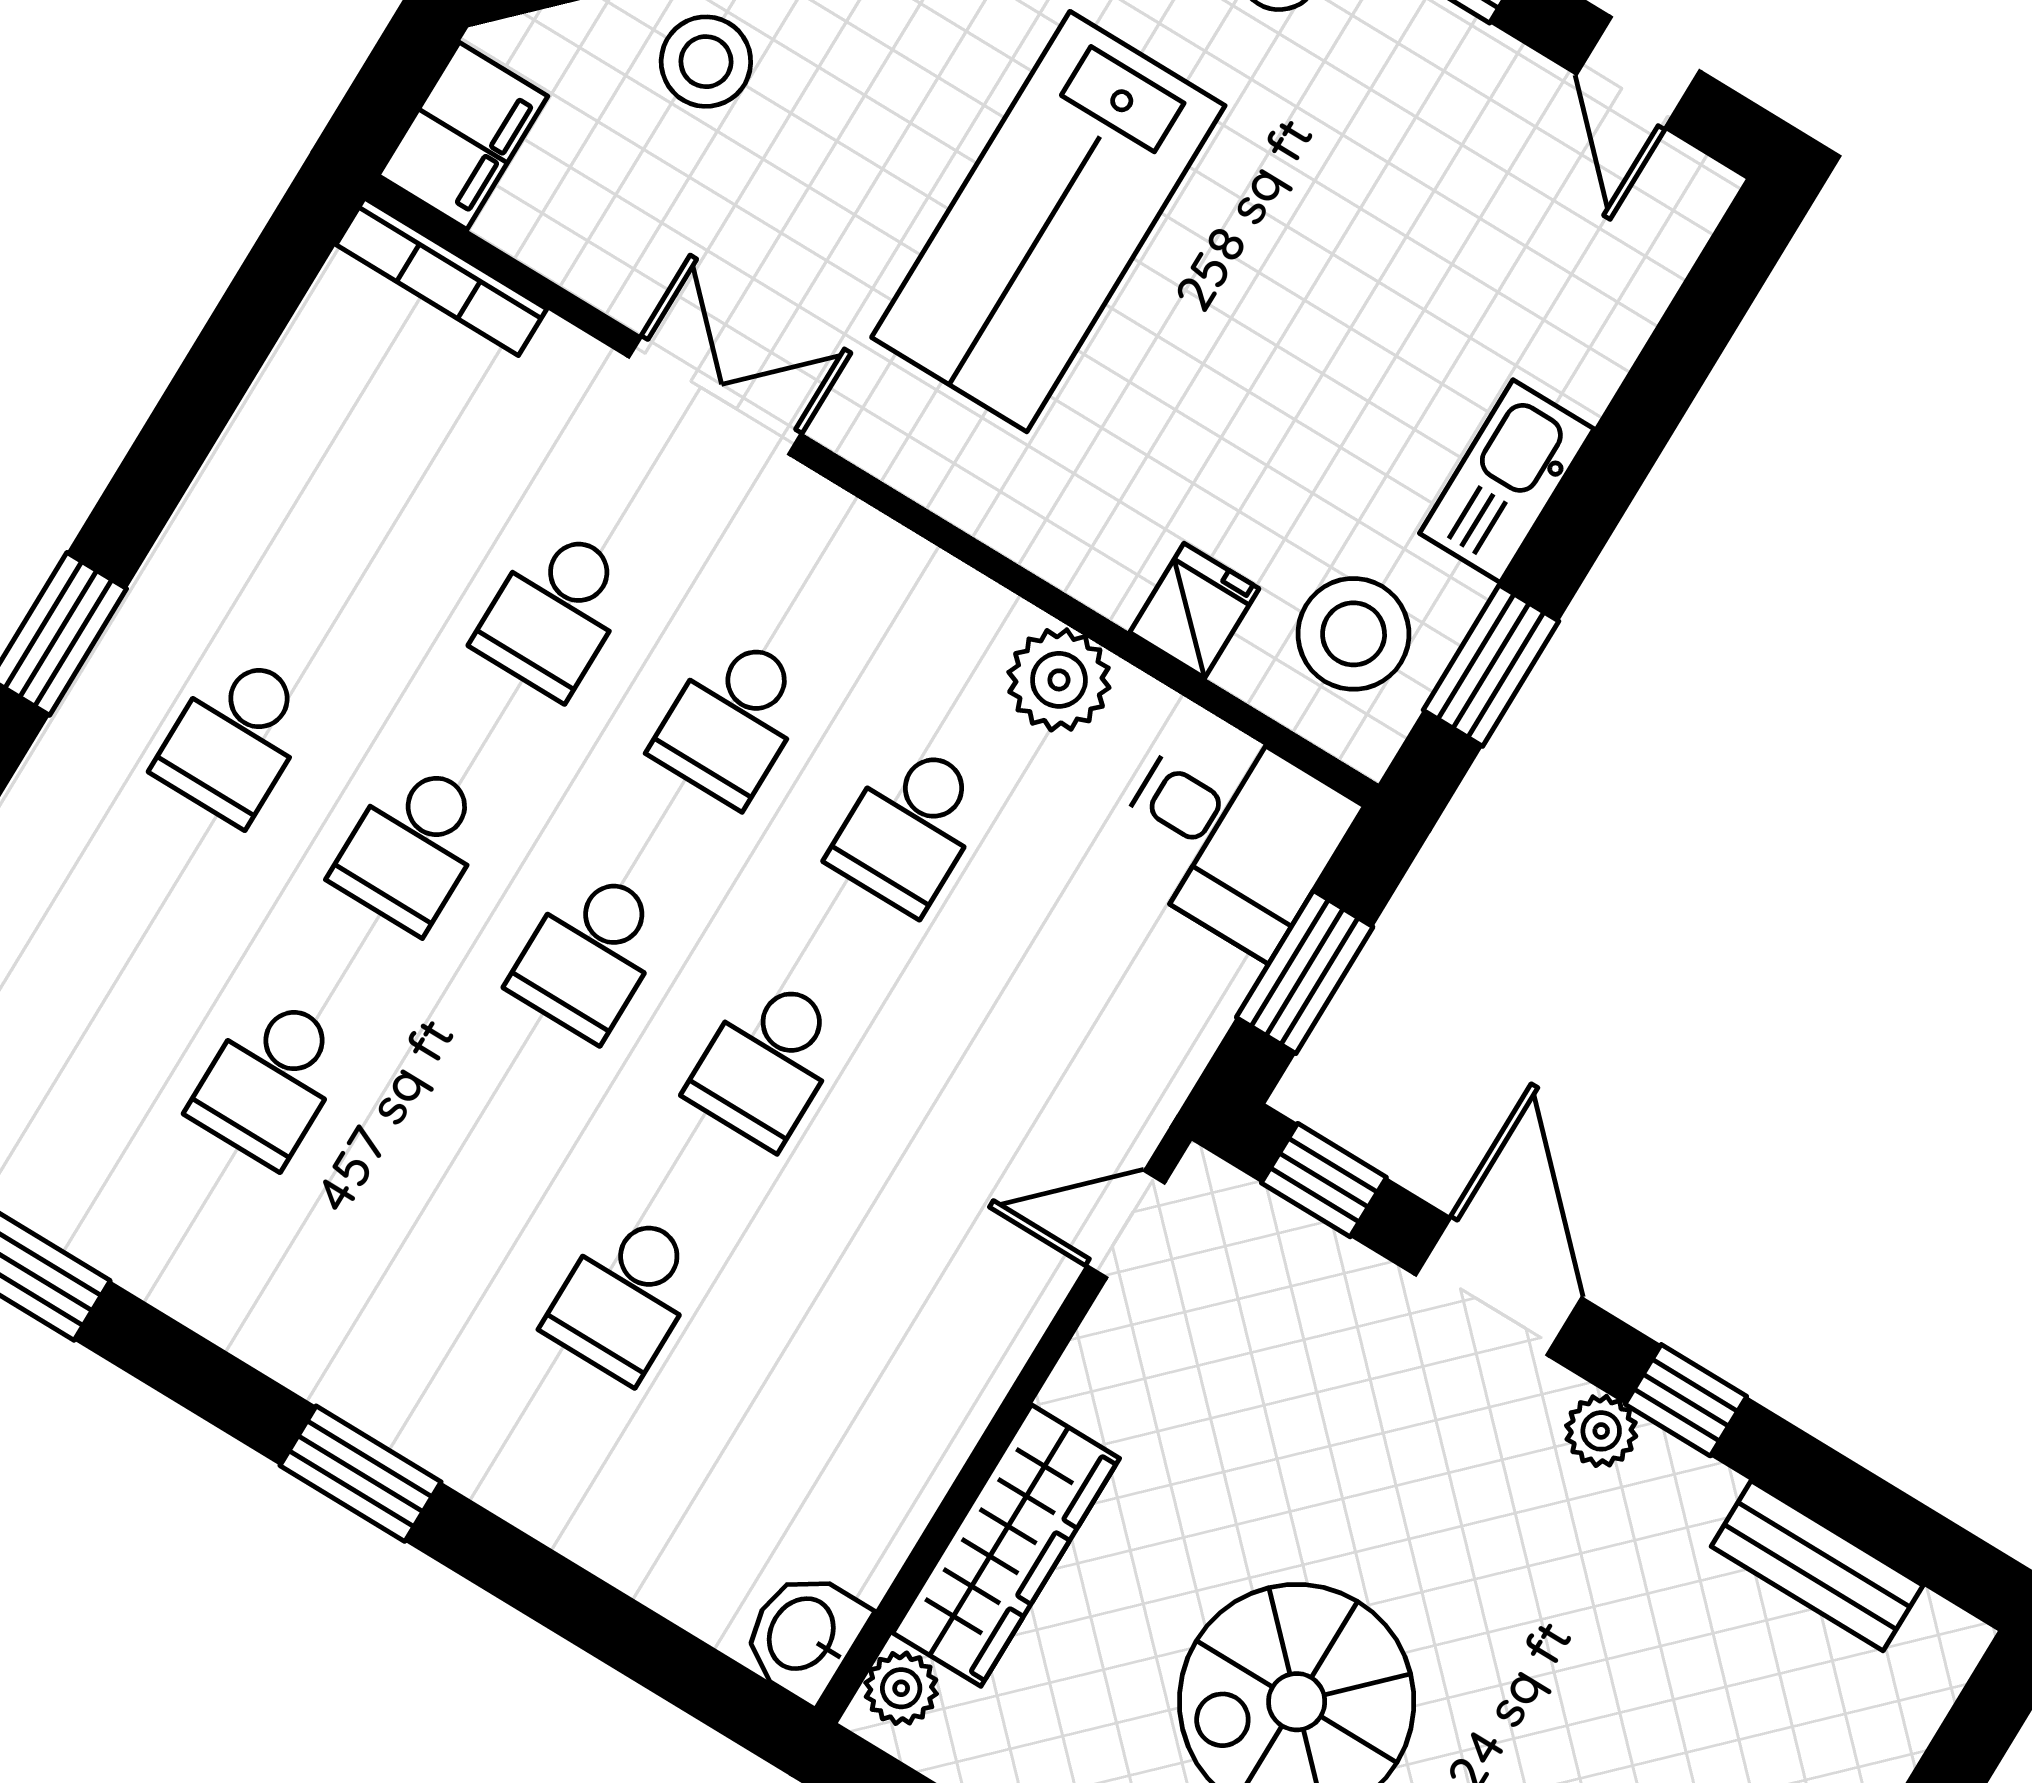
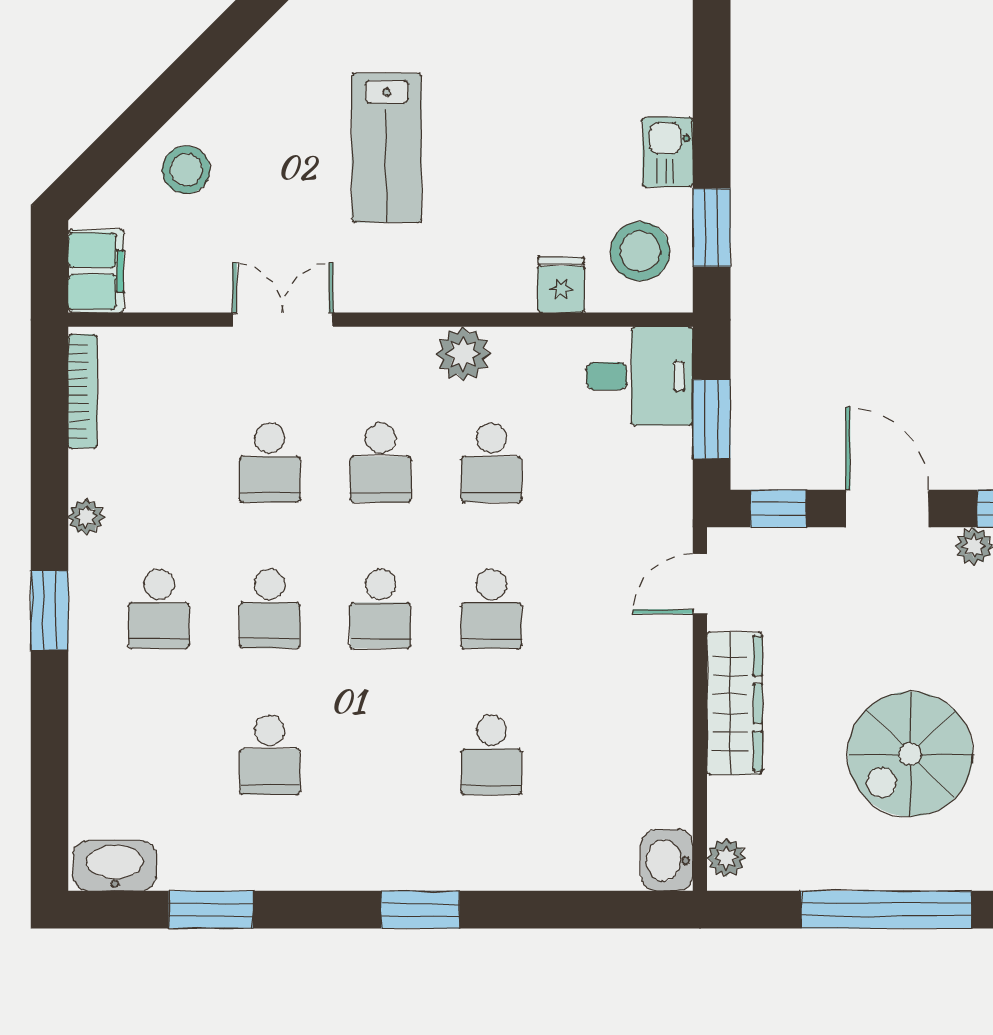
lab bench: (1048, 222) -> (387, 148), width x0.73, depth x0.72
bookcase: (441, 277) -> (83, 391), moved, turned -90
kitchen sink: (1507, 481) -> (668, 152), width x0.73
plant: (208, 520) -> (86, 517), added
plant: (1059, 680) -> (463, 354), moved
wardrobe: (1006, 1546) -> (735, 703), moved

